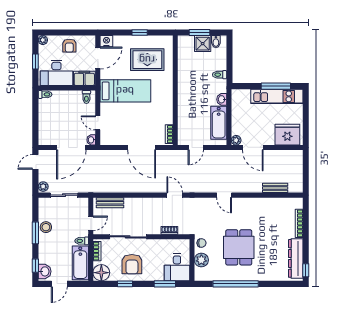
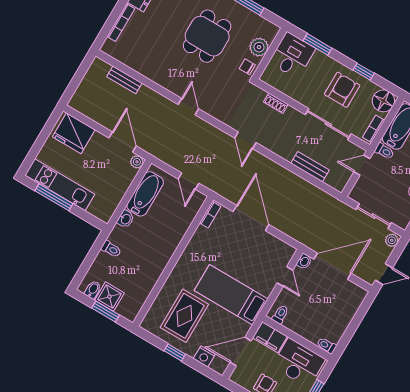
nightstand: (106, 41) -> (204, 356), moved
rug: (147, 60) -> (184, 316), turned 90
door: (196, 147) -> (189, 181), swing flipped
bench: (110, 203) -> (310, 167), moved

